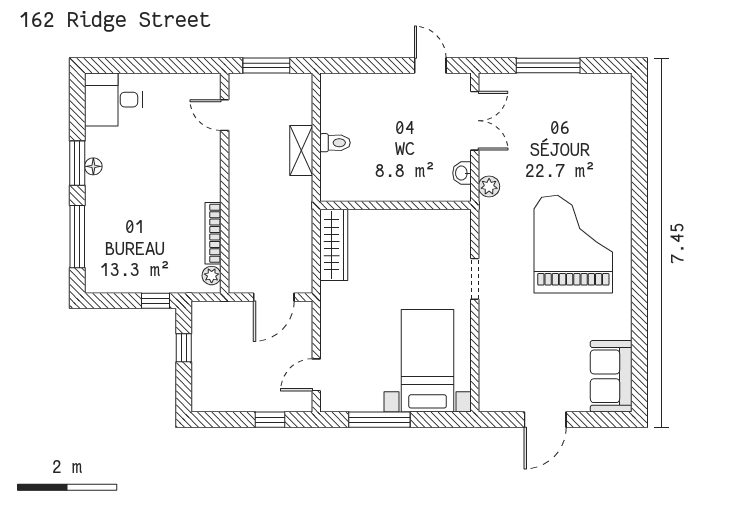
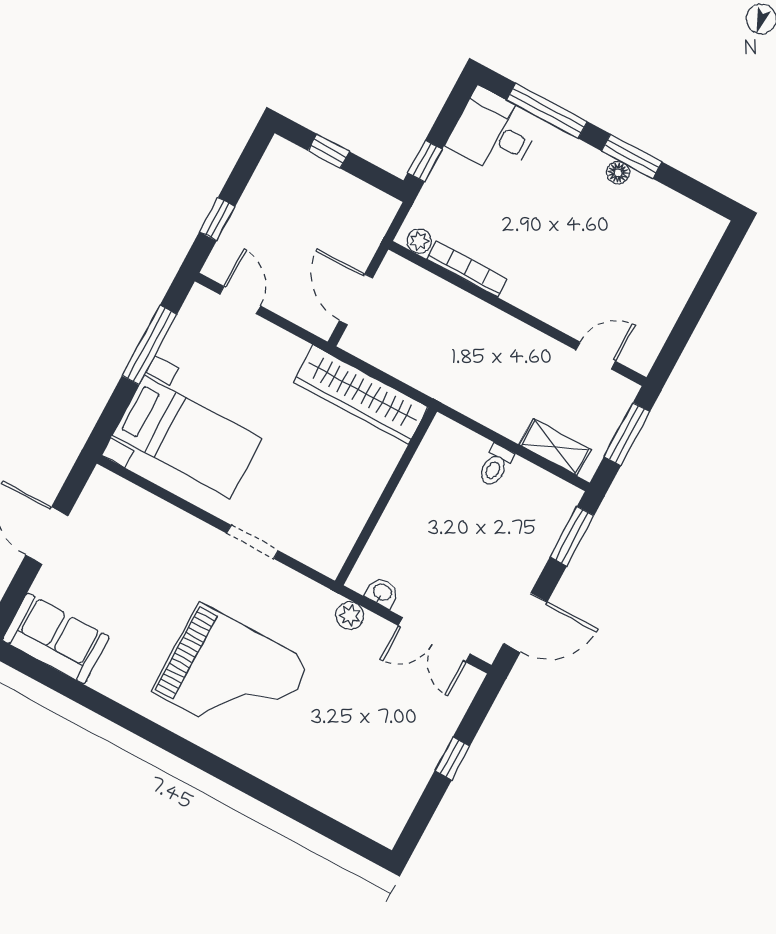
window: (355, 66) -> (572, 536), added
door: (430, 66) -> (525, 623), width x1.38
window: (548, 66) -> (452, 758), width x0.46
desk: (113, 100) -> (494, 133), moved, turned -90
shelving: (301, 151) -> (555, 447), moved
wardrobe: (334, 245) -> (361, 395), width x1.40, depth x1.17
window: (184, 348) -> (329, 151), moved

